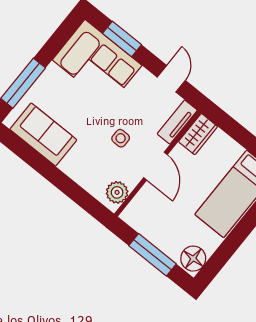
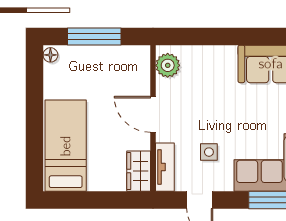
side table: (121, 138) -> (209, 152), moved
floor lamp: (193, 259) -> (50, 55), width x0.53, depth x0.53

